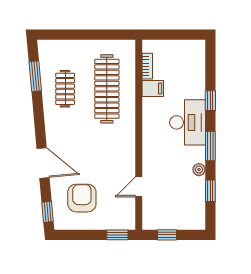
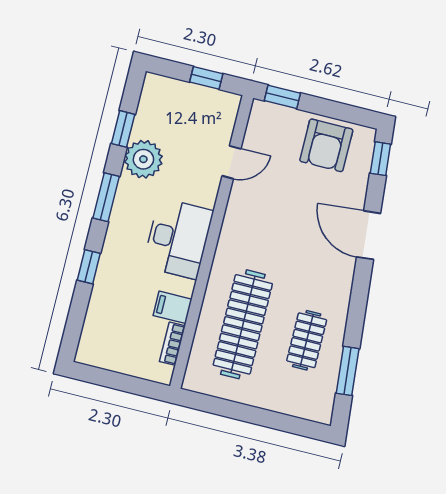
desk: (188, 122) -> (178, 238), moved, turned 180
plant: (199, 170) -> (143, 159), width x1.87, depth x1.87
armchair: (82, 198) -> (326, 145), moved

